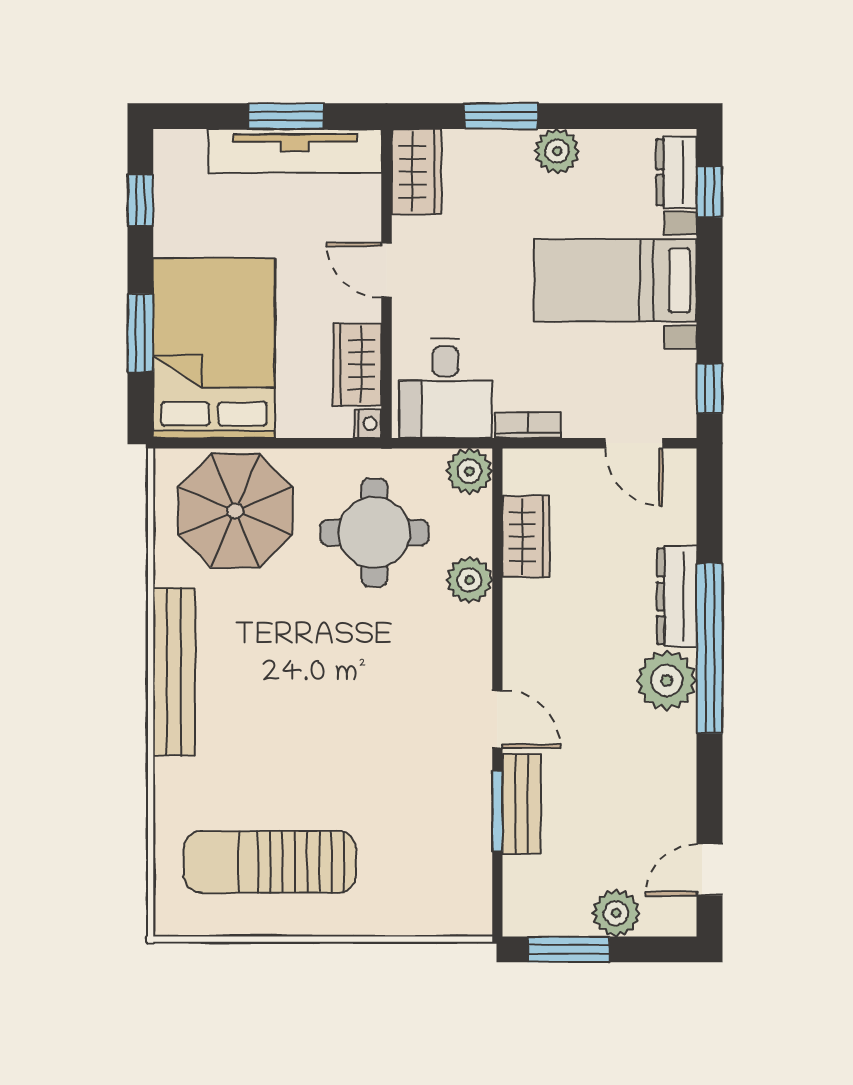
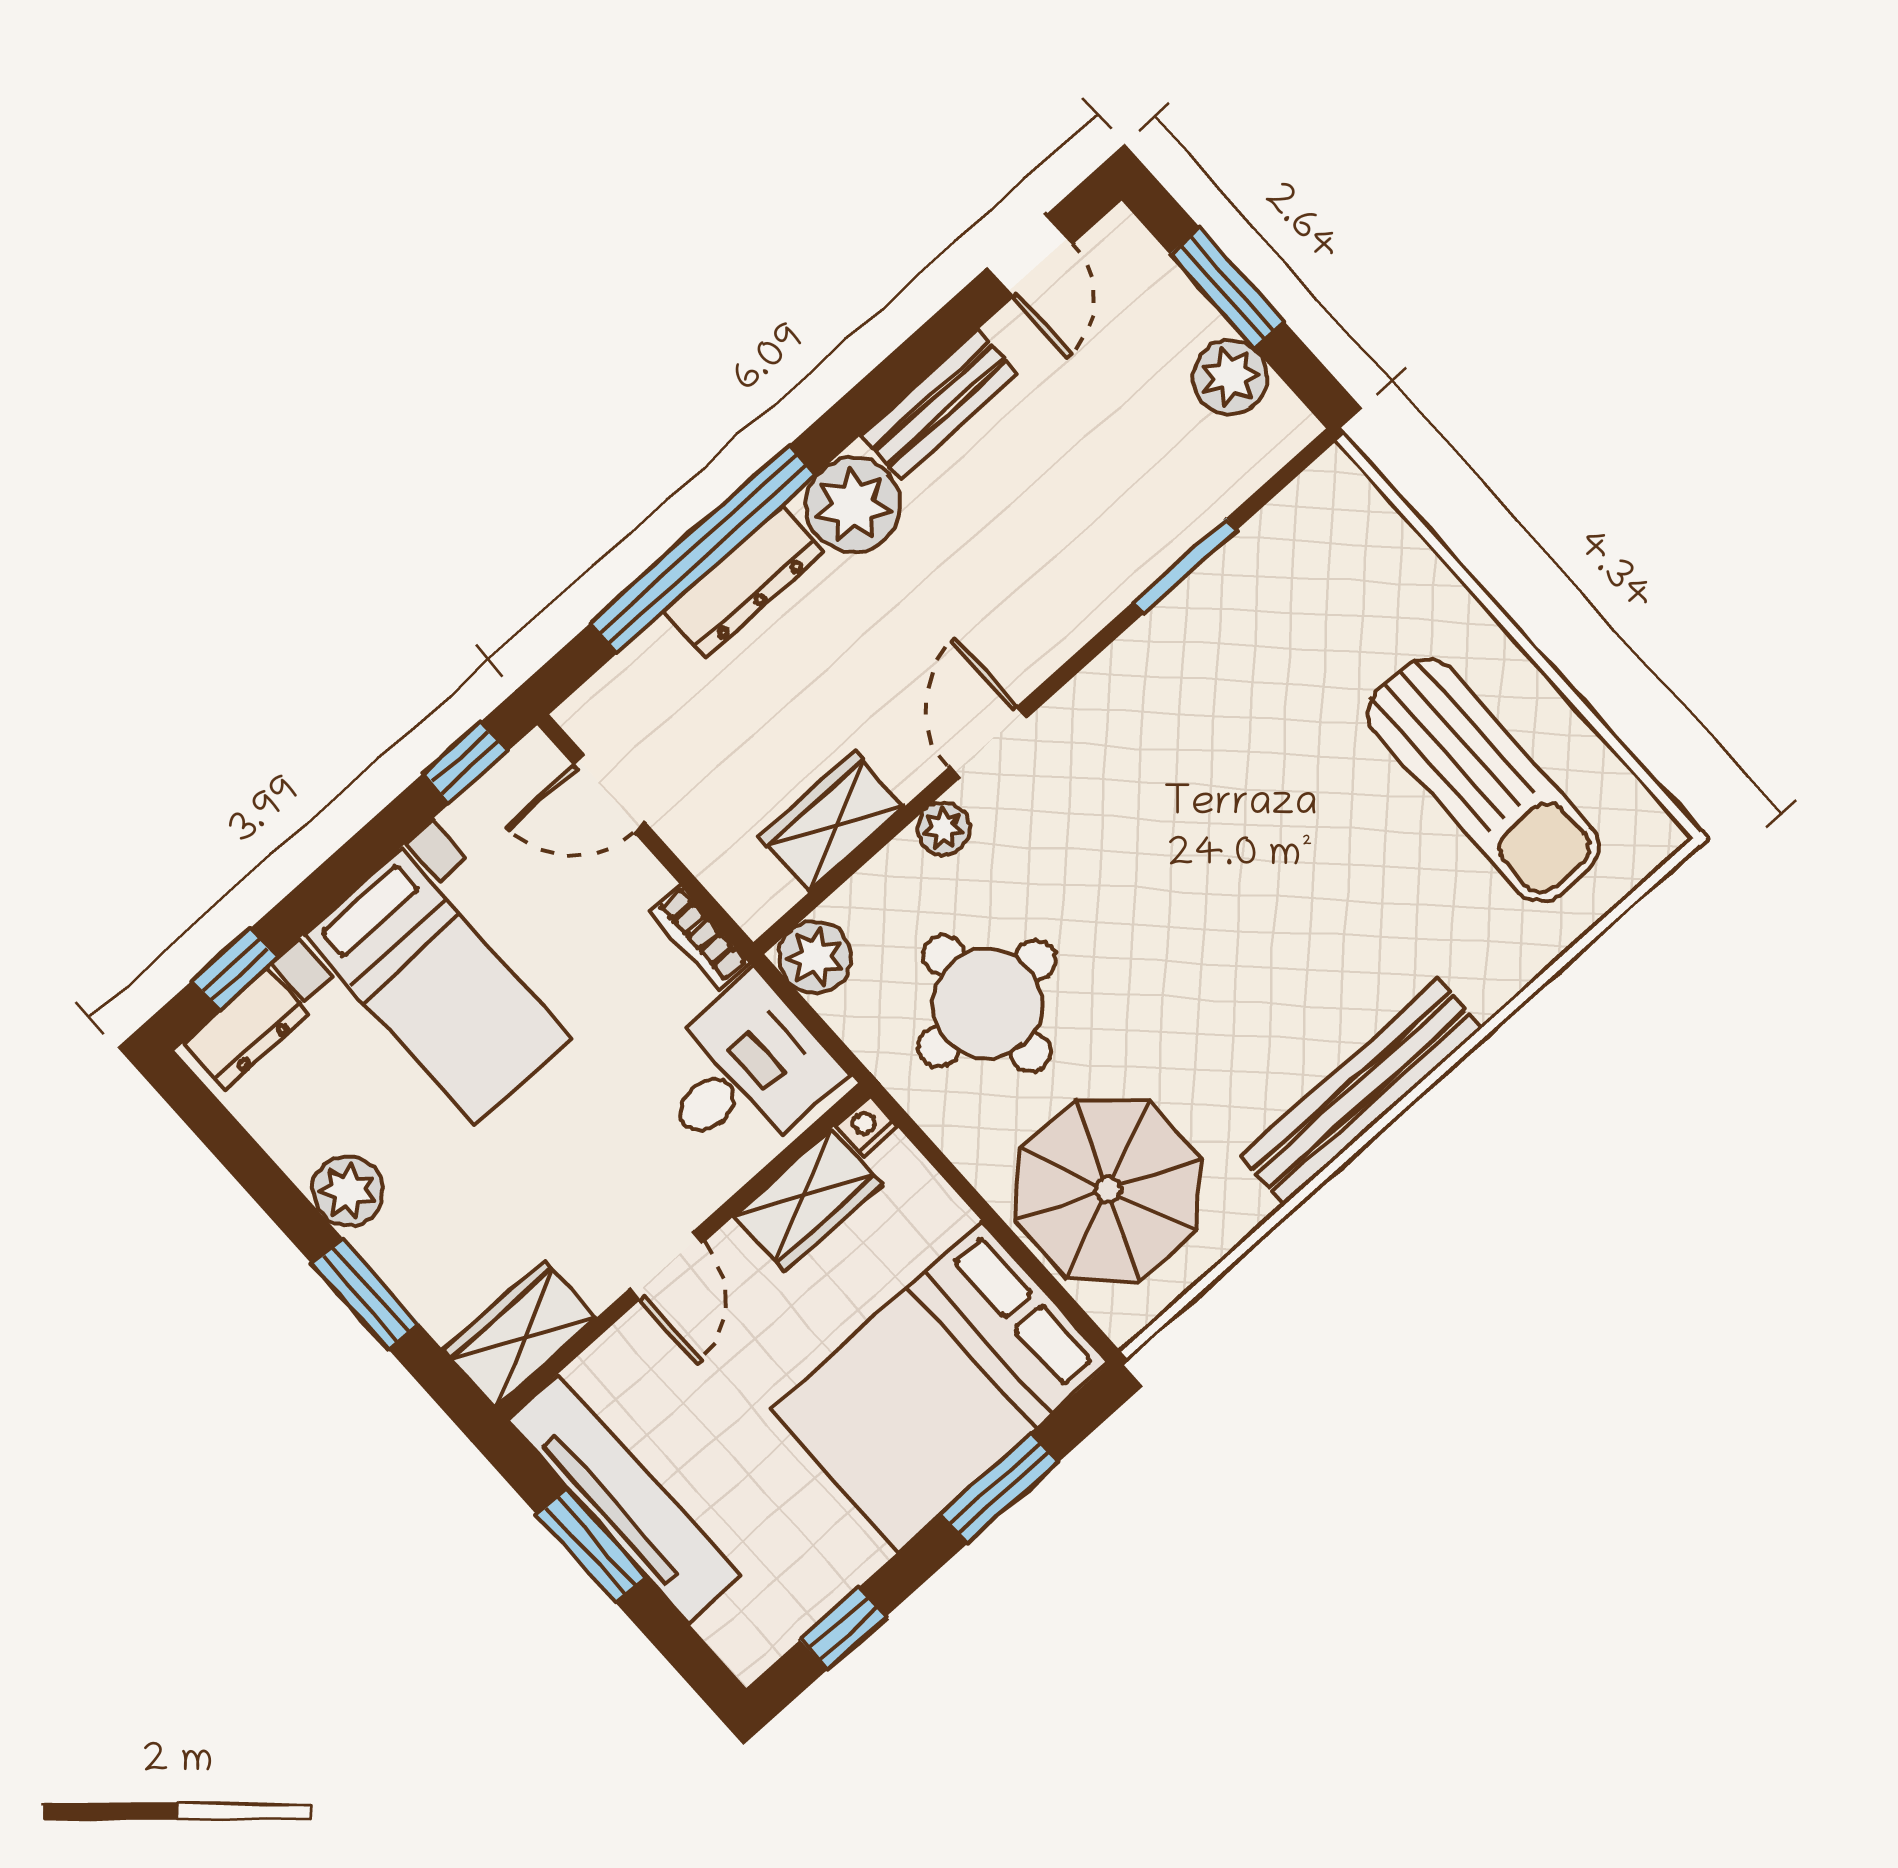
door: (634, 443) -> (609, 793), swing flipped
plant: (469, 580) -> (943, 829), width x0.73, depth x0.73
window: (710, 648) -> (703, 549), moved
door: (497, 719) -> (988, 743), moved
bench: (522, 804) -> (939, 405), moved
door: (710, 870) -> (1030, 256), hinge flipped
plant: (616, 913) -> (1230, 377), moved
window: (569, 949) -> (1227, 288), moved

